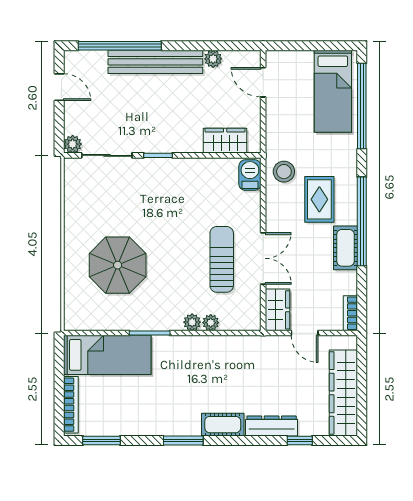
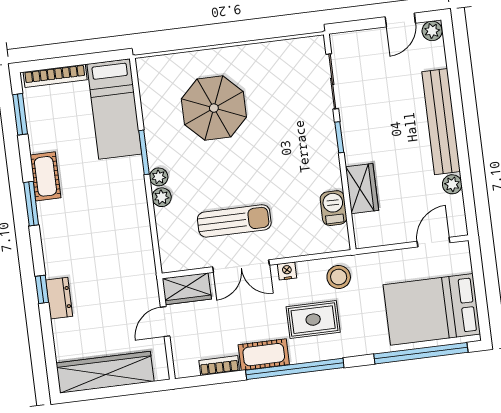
window: (120, 46) -> (454, 81), removed
bed: (333, 91) -> (432, 309), width x1.50
wardrobe: (225, 141) -> (362, 189), moved
plant: (73, 144) -> (432, 31), moved
barbecue: (250, 175) -> (333, 208), moved, turned -90
nightstand: (273, 217) -> (287, 271), added
bookcase: (350, 313) -> (219, 366), moved
plant: (211, 323) -> (159, 177), moved
cot: (223, 425) -> (45, 176), moved
dresser: (272, 426) -> (59, 298), width x0.70
window: (300, 440) -> (42, 289), moved

